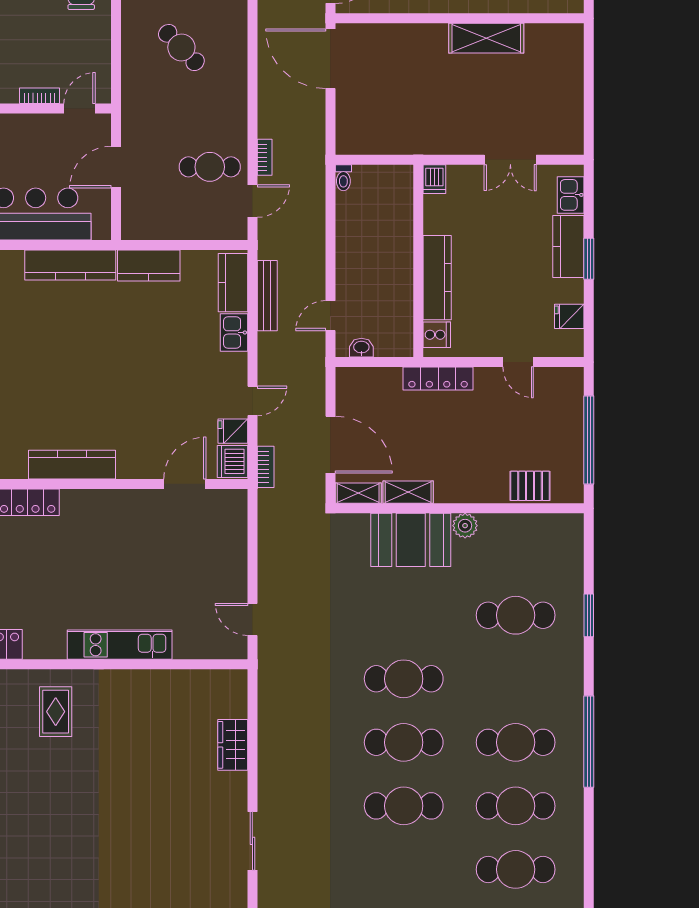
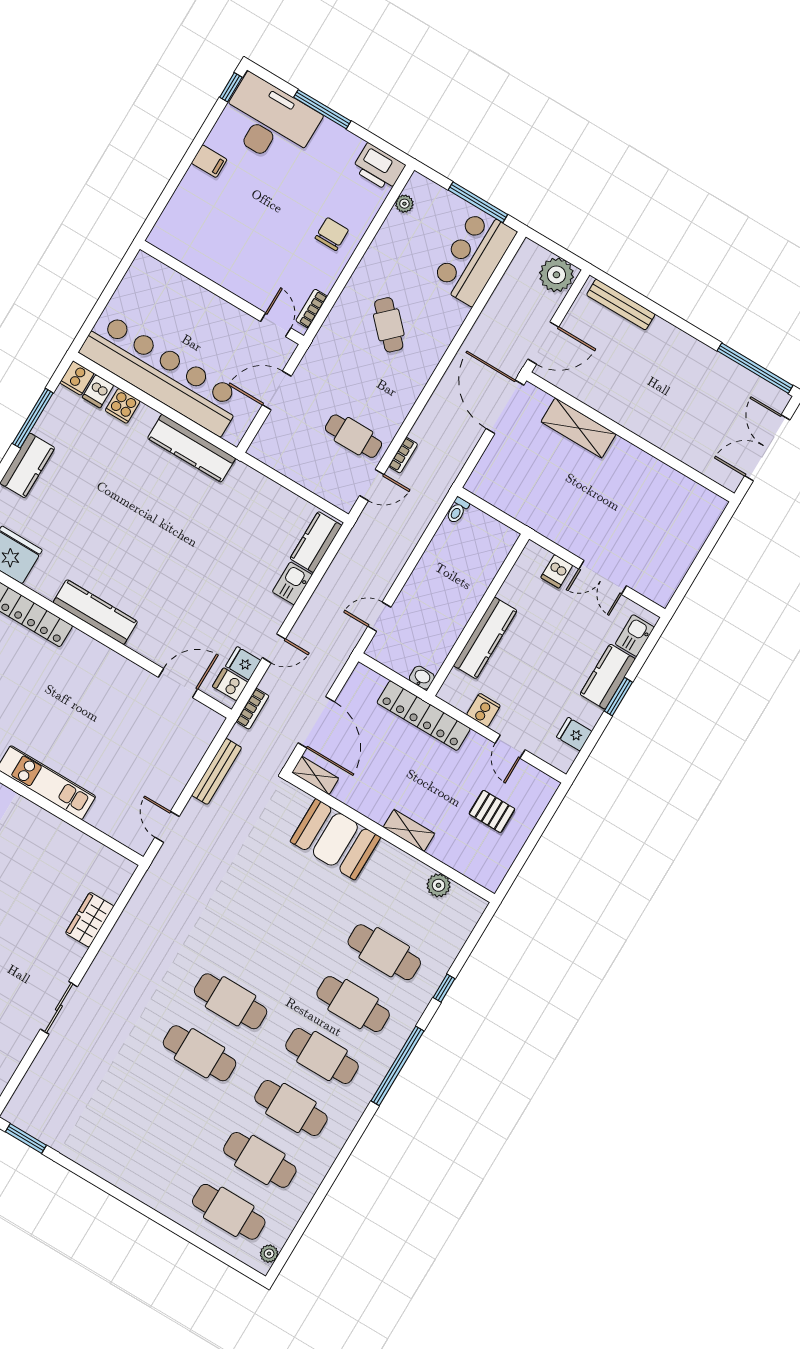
shelving: (486, 38) -> (579, 428), moved
bookcase: (39, 96) -> (312, 309), moved, turned -90
door: (80, 109) -> (276, 325), hinge flipped
dishwasher: (434, 179) -> (557, 571), moved
kitchen counter: (149, 265) -> (255, 487), removed
bench: (267, 296) -> (217, 771), moved
cooker: (437, 335) -> (483, 710), moved, turned -90
washbasin: (361, 348) -> (422, 678), moved
locker: (438, 378) -> (424, 716), width x1.41, depth x1.21
window: (589, 440) -> (530, 845), removed
dishwasher: (232, 461) -> (230, 684), width x0.73
pallet: (530, 486) -> (492, 811), moved
shelving: (408, 492) -> (409, 830), moved
plant: (465, 526) -> (439, 885), moved
window: (589, 615) -> (444, 988), width x0.67
cafe table: (404, 679) -> (353, 1004), moved
window: (589, 742) -> (397, 1066), moved

